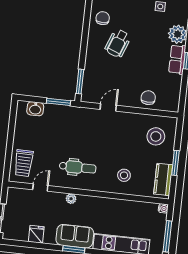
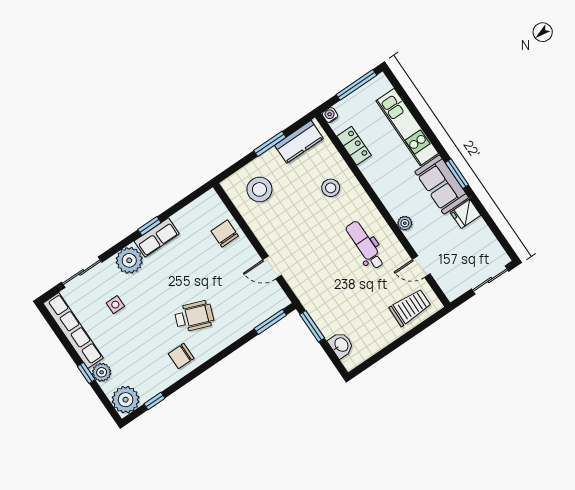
chair: (148, 98) -> (225, 233), turned 90
locker: (136, 207) -> (354, 146), added
fridge: (36, 234) -> (465, 214), moved

